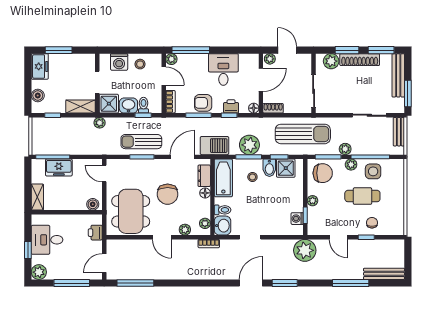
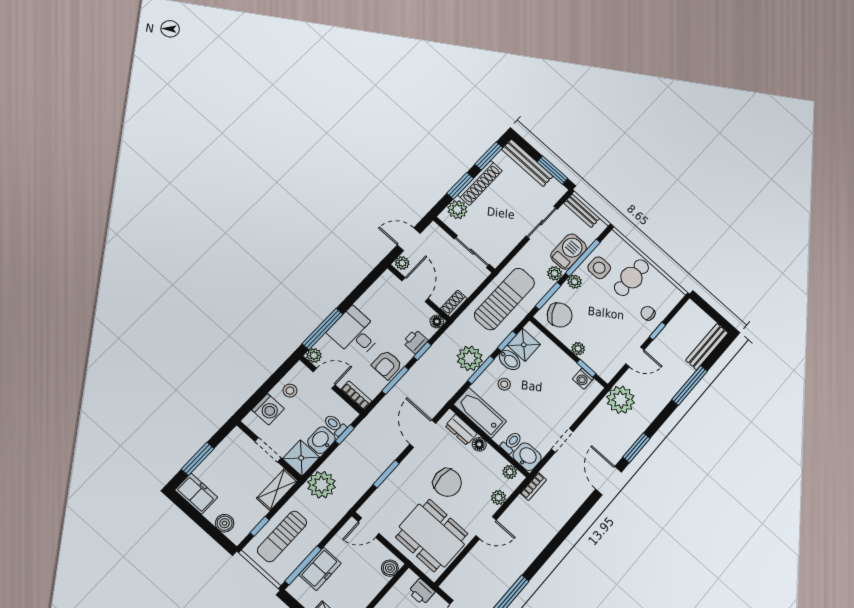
desk: (223, 69) -> (355, 333), moved
plant: (100, 123) -> (322, 485), width x1.88, depth x1.88
sun lounger: (141, 142) -> (282, 536), moved
barbecue: (214, 146) -> (569, 252), moved
chair: (323, 173) -> (560, 315), turned 60
cafe table: (362, 196) -> (631, 278), moved

